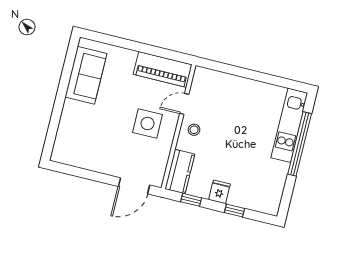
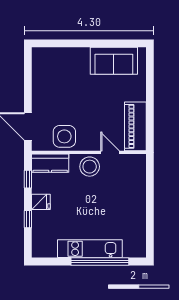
side table: (148, 124) -> (64, 136), moved
kitchen unit: (289, 125) -> (90, 249), moved
stool: (194, 130) -> (90, 167), width x1.89, depth x1.89

